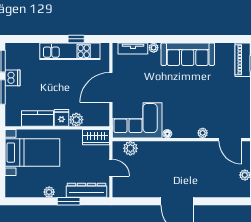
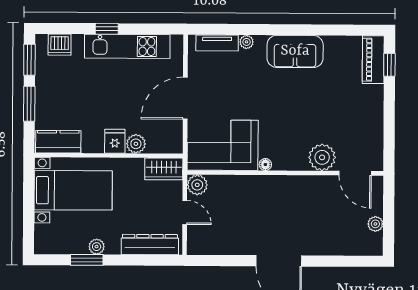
window: (76, 39) -> (107, 29), moved
sofa: (188, 54) -> (295, 51), width x0.73
dishwasher: (12, 78) -> (60, 45), moved, turned 90
kitchen counter: (38, 118) -> (58, 142), moved
plant: (203, 133) -> (322, 157), width x1.88, depth x1.88
plant: (130, 148) -> (197, 185), moved
window: (69, 201) -> (87, 260), moved

